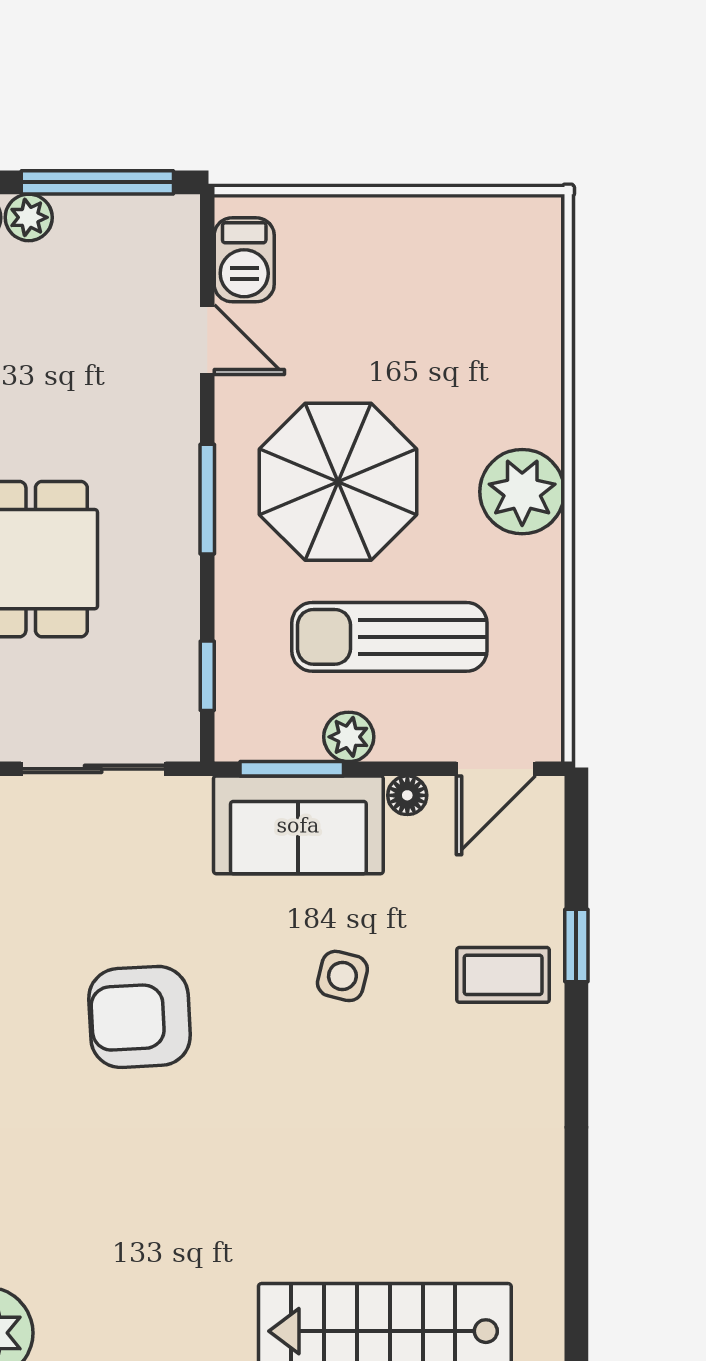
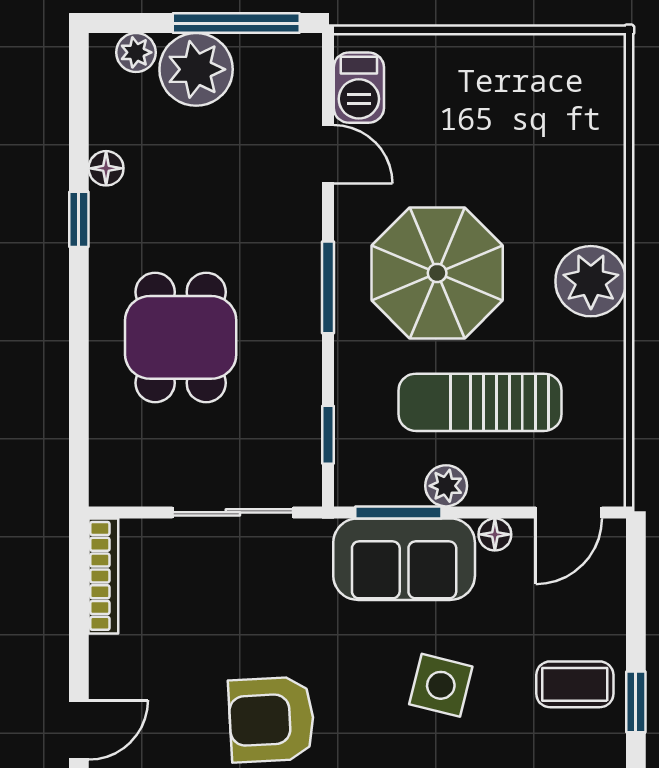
plant: (29, 217) -> (196, 69), width x1.88, depth x1.88
window: (576, 946) -> (636, 702), moved
side table: (342, 976) -> (441, 685), width x1.37, depth x1.37

